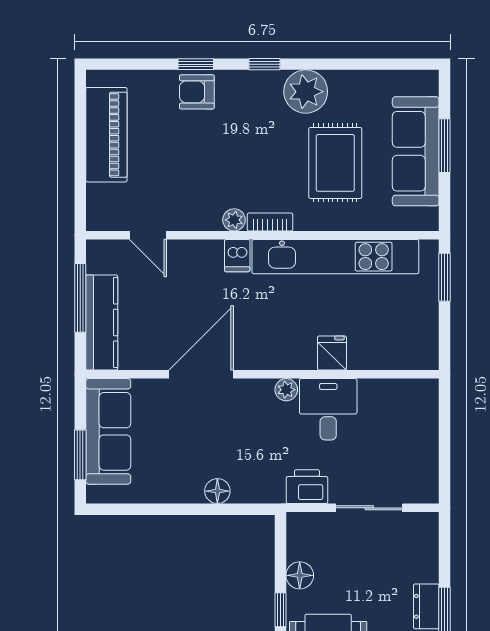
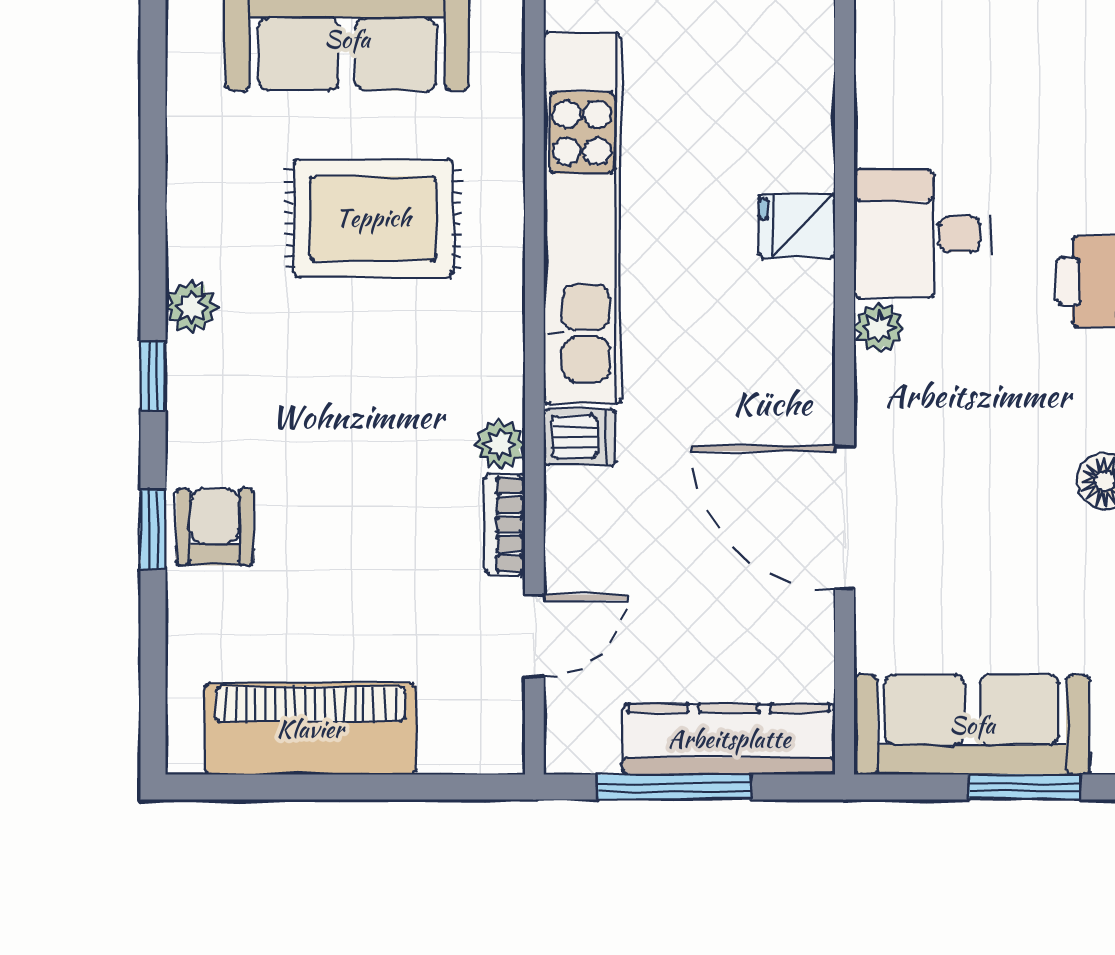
armchair: (197, 92) -> (215, 527), turned 180
plant: (306, 92) -> (191, 307), width x0.53, depth x0.53
bookcase: (270, 222) -> (505, 524), moved

